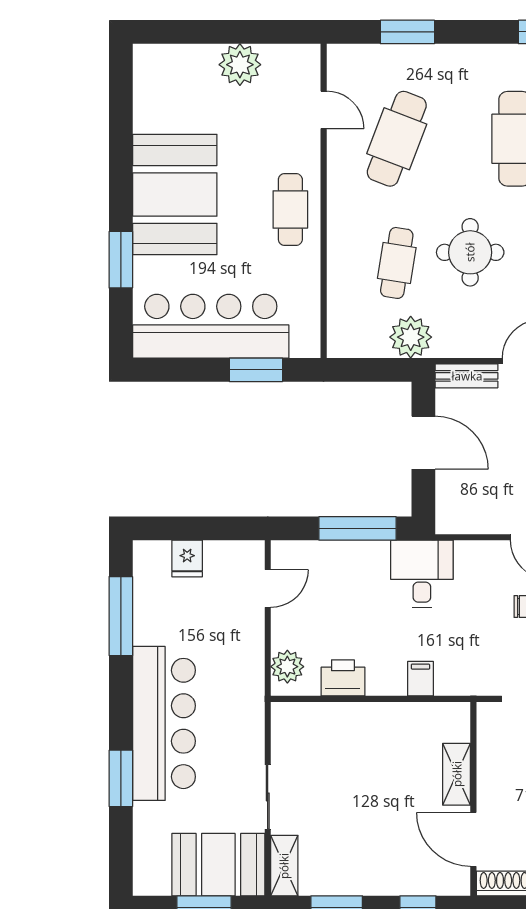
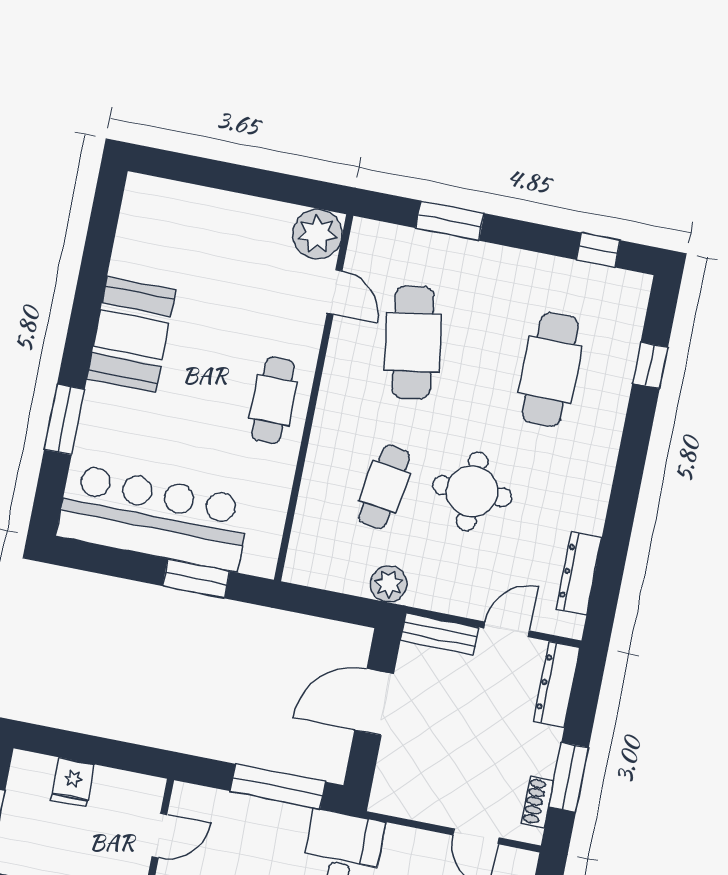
plant: (240, 65) -> (317, 234), moved
cafe table: (397, 139) -> (413, 342), turned -30
booth: (175, 194) -> (131, 335), width x0.73, depth x0.70
plant: (411, 337) -> (389, 584), width x0.73, depth x0.73
door: (423, 443) -> (374, 702), swing flipped

